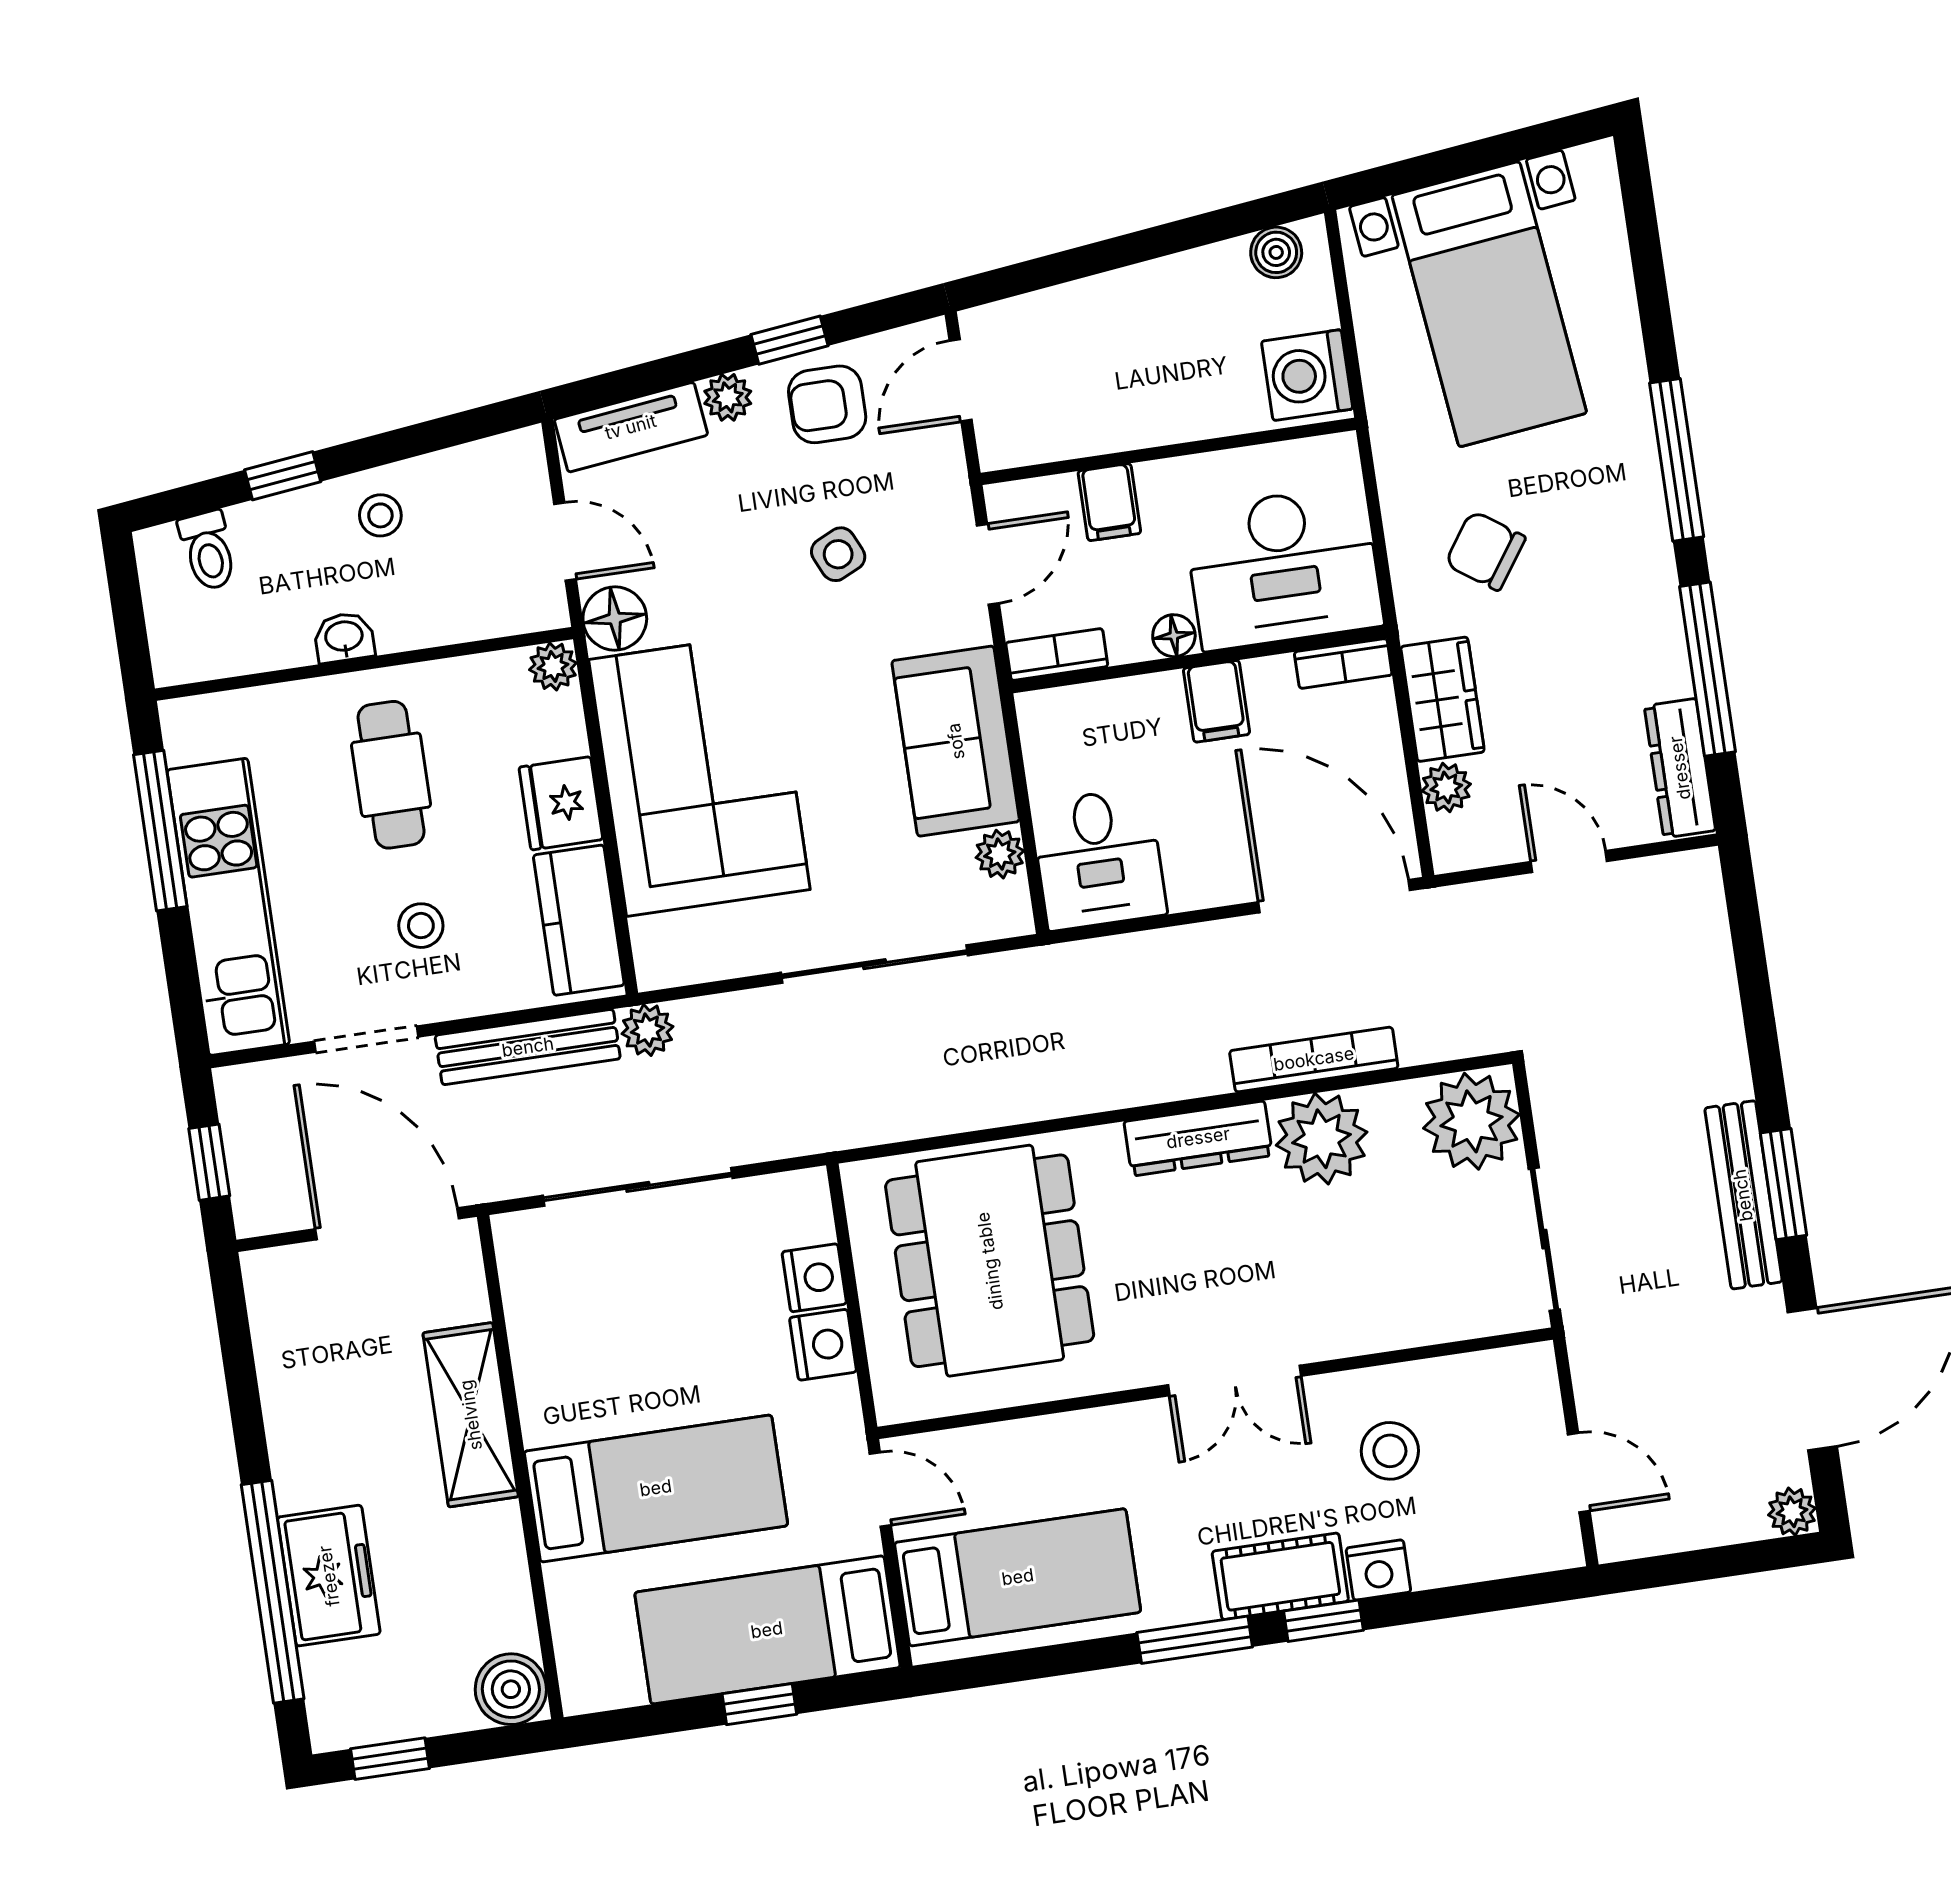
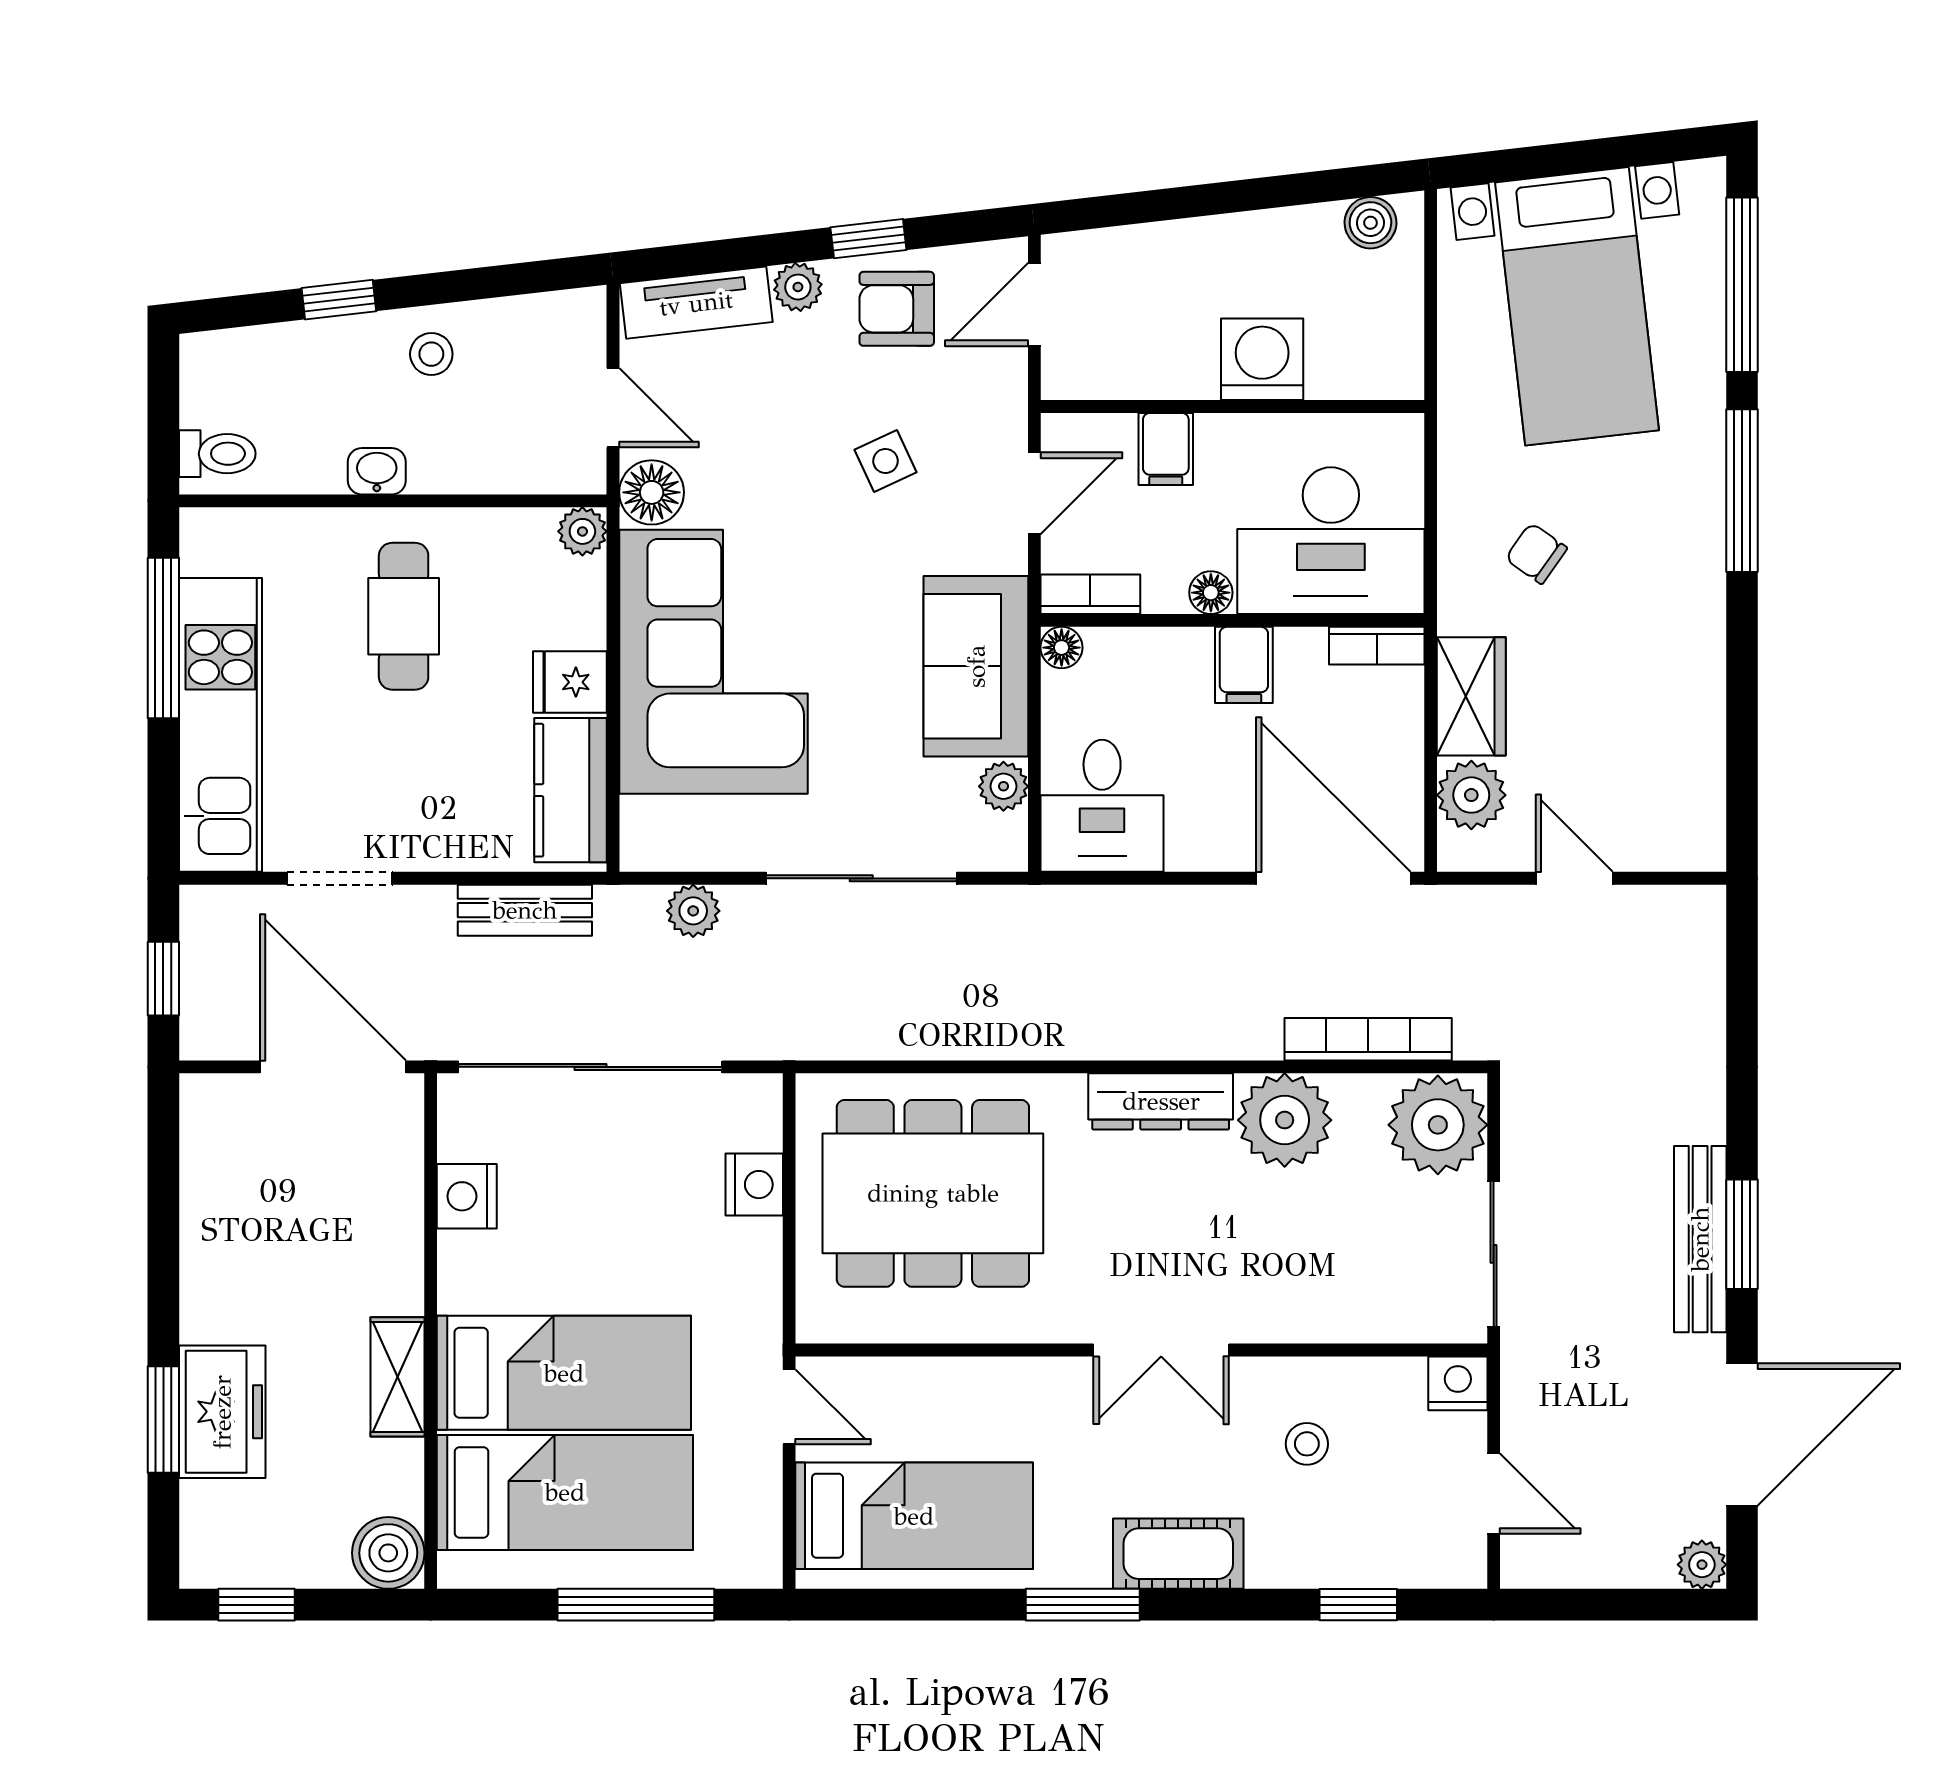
washing machine: (1307, 375) -> (1262, 359), moved, turned 90
toilet: (208, 551) -> (217, 454), moved, turned -83
chair: (1485, 551) -> (1536, 553), width x0.73, depth x0.73
window: (1707, 669) -> (1742, 285), moved
floor lamp: (1036, 711) -> (1062, 648), added
dresser: (1680, 768) -> (1700, 801), removed
plant: (1446, 788) -> (1471, 795), width x1.38, depth x1.38
fridge: (561, 803) -> (570, 682), width x0.72
stool: (421, 926) -> (411, 772), removed
plant: (647, 1030) -> (693, 911), moved
bench: (528, 1047) -> (525, 910), width x0.73
bookcase: (1314, 1059) -> (1368, 1039), moved
sliding door: (638, 1187) -> (590, 1067), width x1.36
dining table: (990, 1261) -> (933, 1193), turned 90
nightstand: (823, 1345) -> (467, 1196), moved, turned 180
shelving: (471, 1415) -> (397, 1377), moved, width x0.67, depth x0.75
stool: (1390, 1451) -> (1307, 1444), width x0.73, depth x0.73
nightstand: (1378, 1570) -> (1458, 1383), moved, turned 180
window: (273, 1592) -> (163, 1420), width x0.47
window: (1324, 1621) -> (1358, 1605), moved
bed: (767, 1630) -> (565, 1492), moved, turned 180
window: (759, 1704) -> (636, 1605), width x2.17

